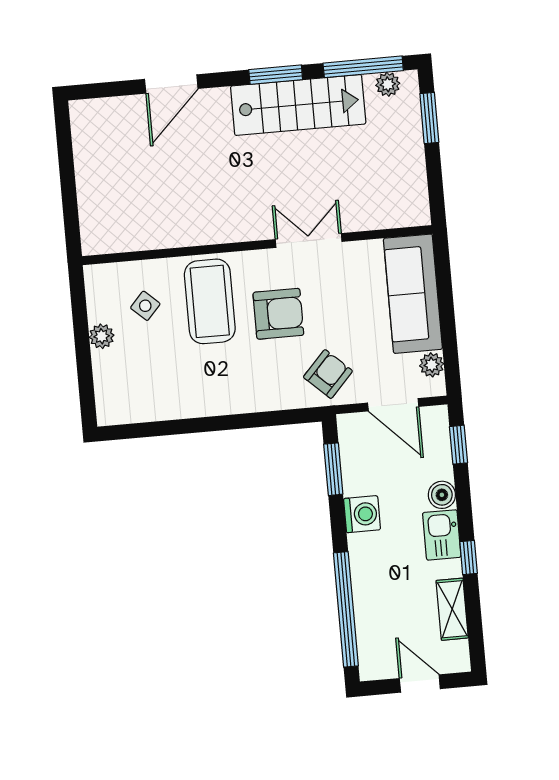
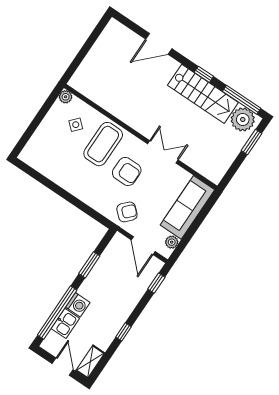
window: (276, 75) -> (204, 74), width x0.67
plant: (388, 84) -> (243, 119), width x1.88, depth x1.88
plant: (102, 336) -> (66, 97), moved
window: (333, 469) -> (89, 265), moved
boiler: (442, 495) -> (133, 298), removed
washing machine: (362, 514) -> (78, 305), moved
kitchen sink: (442, 535) -> (65, 323), moved, turned 180
shelving: (452, 609) -> (90, 362), moved

